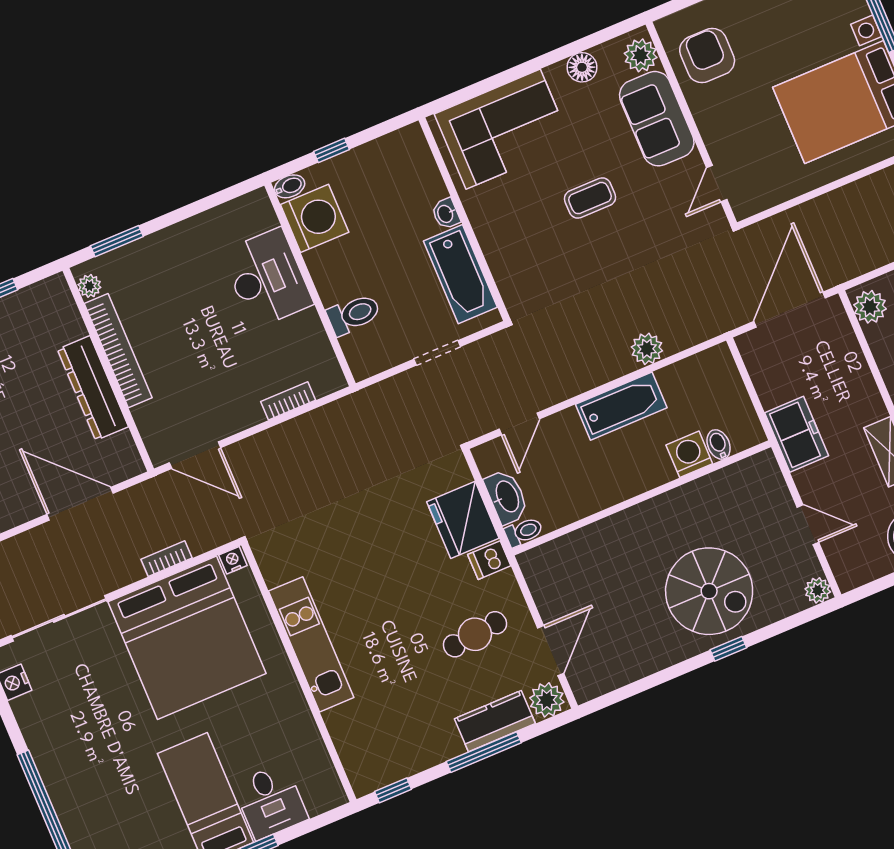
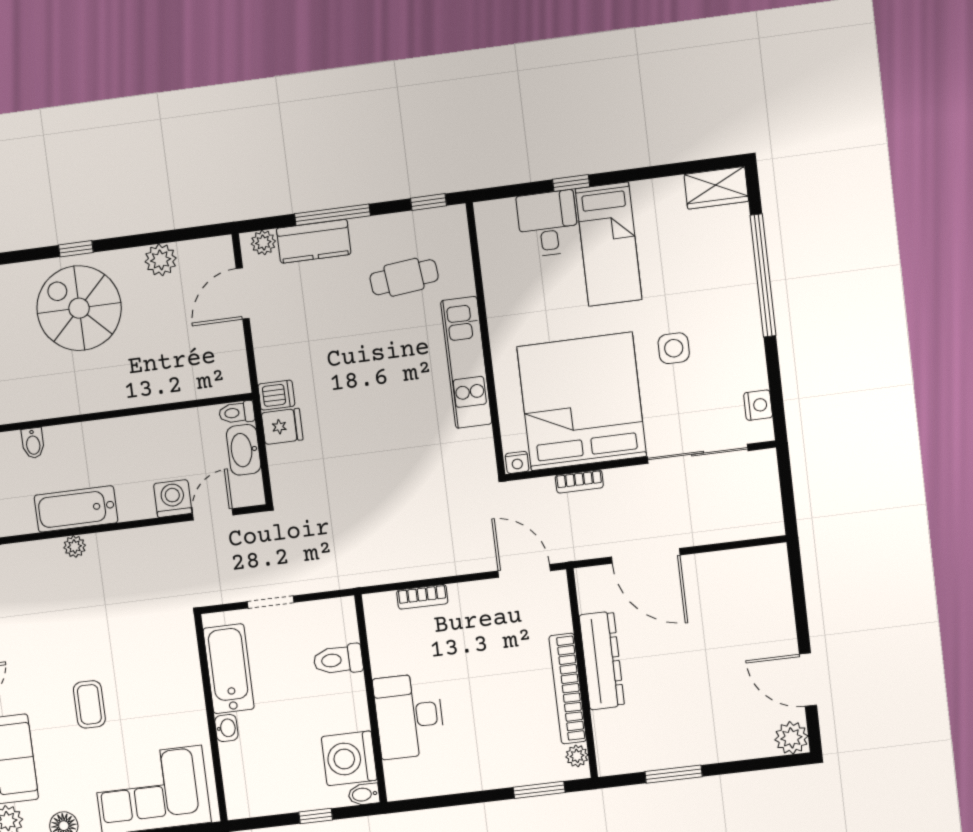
coffee table: (590, 198) -> (89, 704), turned 90
plant: (647, 349) -> (75, 546), width x0.73, depth x0.73
bathtub: (621, 406) -> (76, 509), moved
washing machine: (689, 454) -> (173, 498), moved, turned 180
fridge: (463, 520) -> (282, 426), width x0.53, depth x0.75
cafe table: (475, 634) -> (404, 277), moved
plant: (641, 661) -> (161, 260), added
plant: (547, 700) -> (263, 243), width x0.73, depth x0.73
side table: (113, 715) -> (674, 348), added

